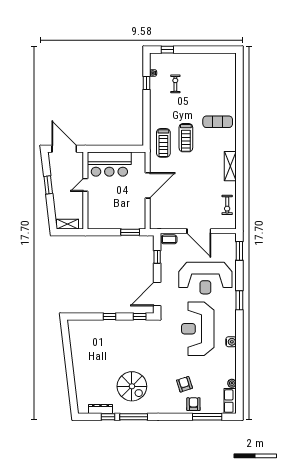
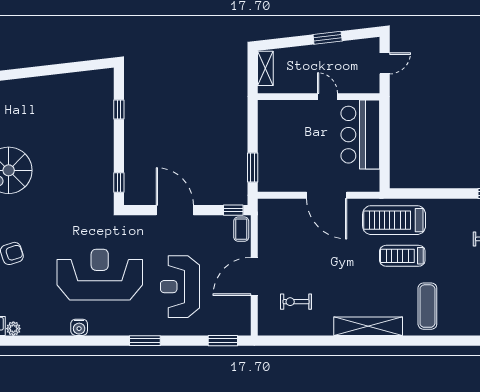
treadmill: (163, 143) -> (394, 220), width x1.37, depth x1.38
door: (64, 149) -> (385, 63), width x0.53
shelving: (230, 166) -> (368, 326), width x1.47
exercise bike: (227, 205) -> (296, 302), moved
window: (157, 257) -> (233, 210), moved
reception desk: (205, 278) -> (180, 287), width x0.74, depth x0.77
door: (157, 294) -> (175, 210), moved
window: (110, 317) -> (119, 109), moved

